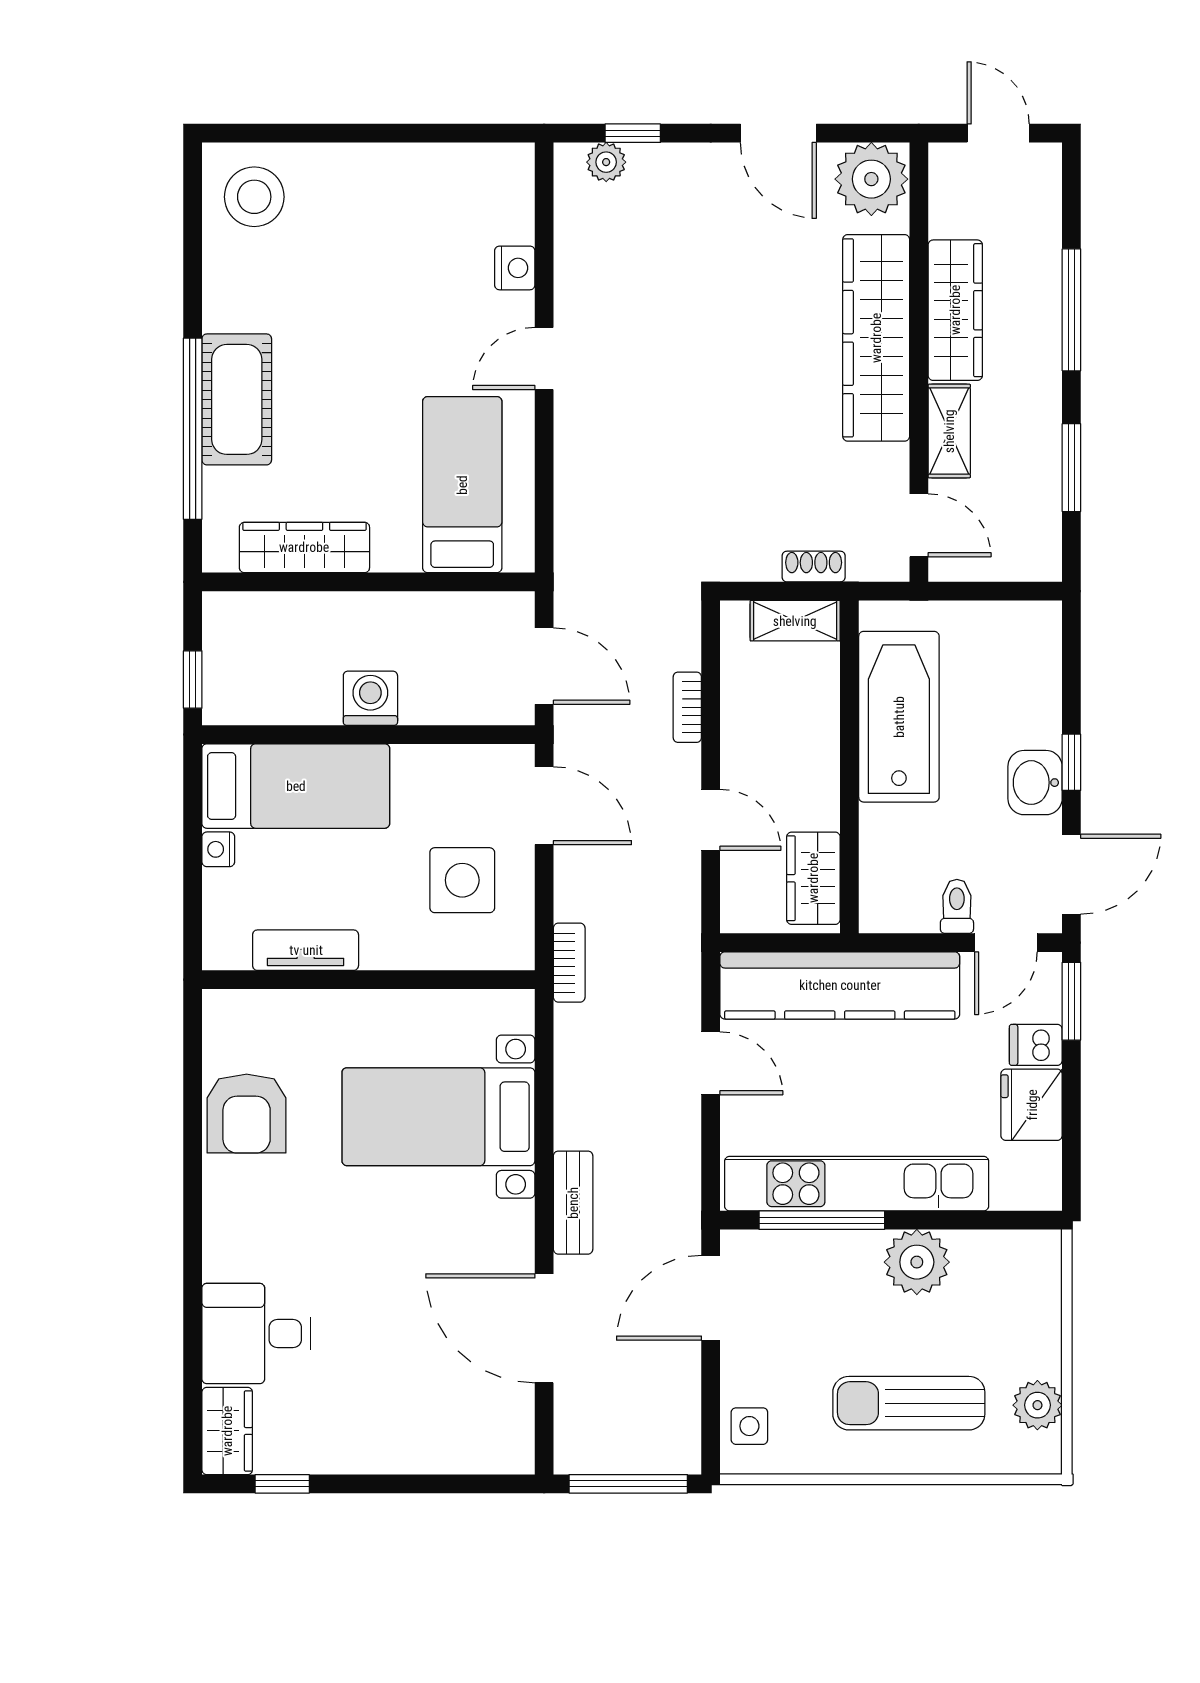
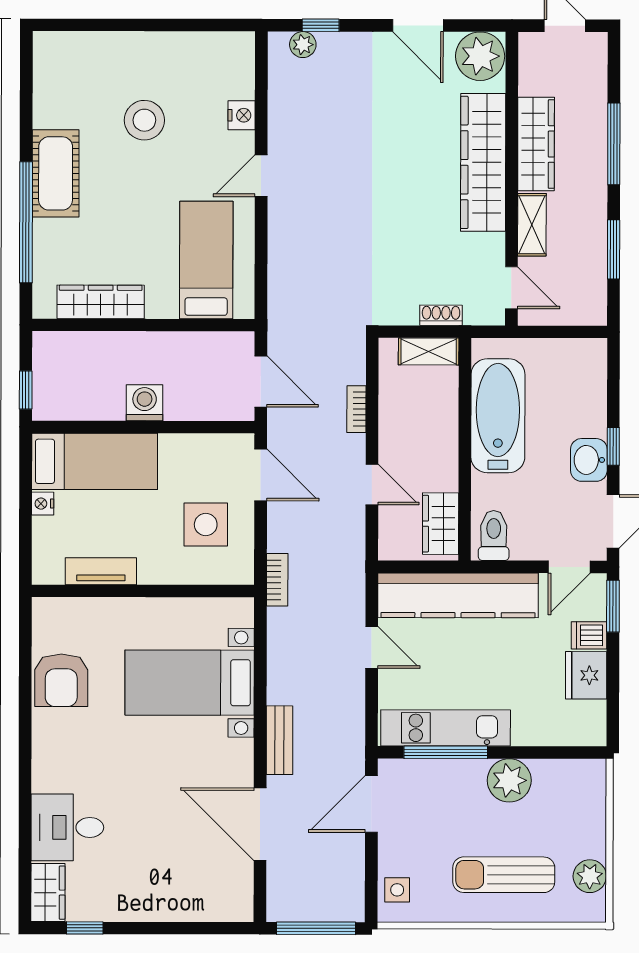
stool: (254, 197) -> (144, 120), moved
cot: (237, 399) -> (56, 173), moved
toilet: (957, 906) -> (494, 536), moved, width x1.37, depth x1.39
kitchen unit: (857, 1184) -> (446, 728), width x0.73

